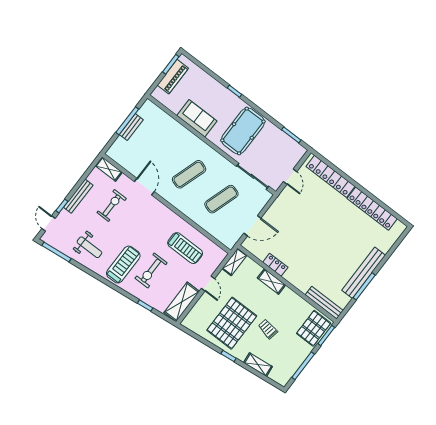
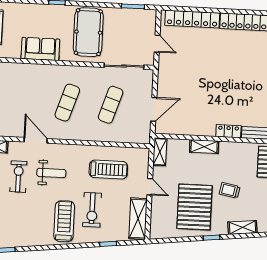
weight bench: (89, 247) -> (51, 173), moved
locker: (275, 265) -> (228, 131), moved

